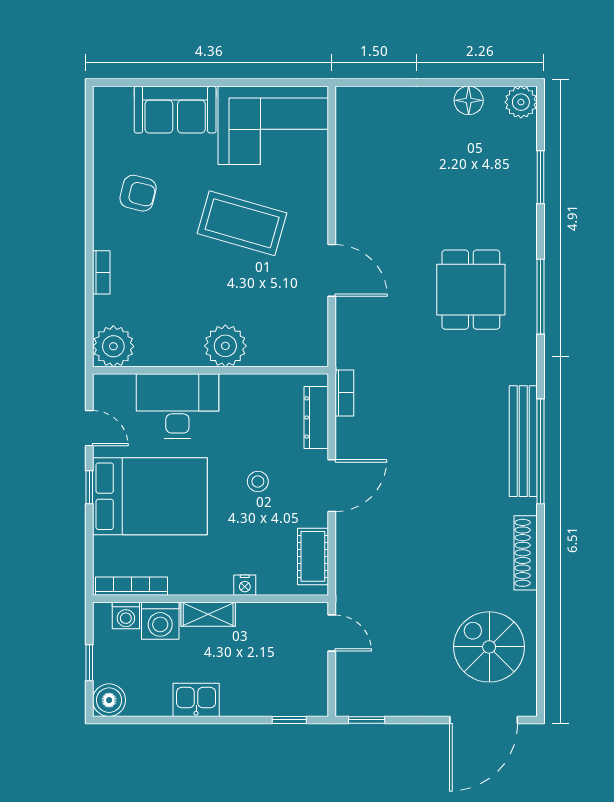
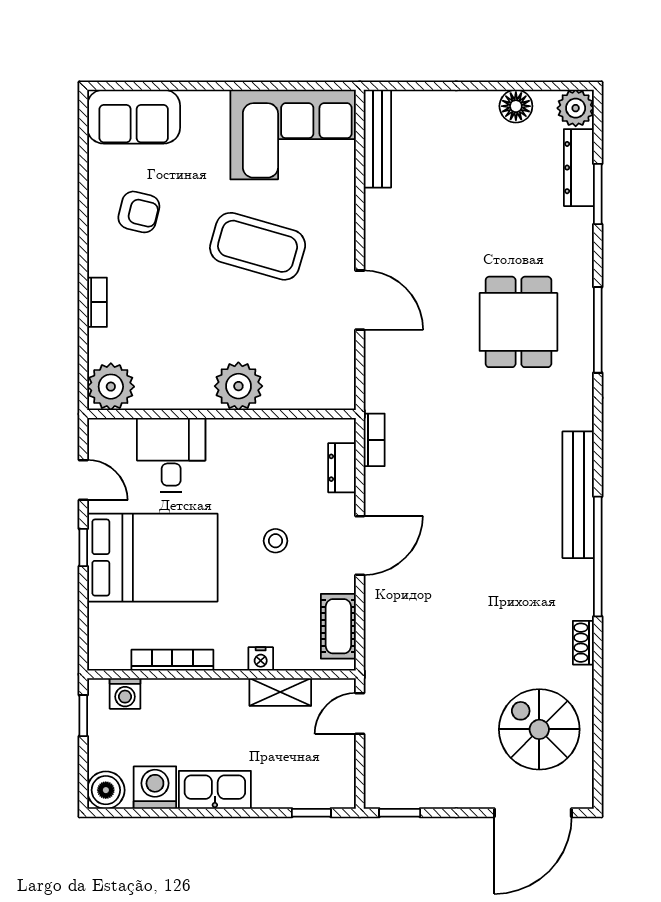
sofa: (175, 110) -> (134, 117), moved
bench: (347, 129) -> (377, 139), added
dresser: (524, 154) -> (579, 168), added
desk: (177, 406) -> (171, 455), width x0.73
dresser: (316, 417) -> (342, 468), width x0.70
window: (540, 451) -> (598, 556), moved
shoe rack: (526, 553) -> (583, 643), width x0.51, depth x0.81
bookcase: (131, 586) -> (172, 660), moved
shelving: (208, 614) -> (280, 692), moved
washing machine: (160, 621) -> (155, 788), moved, turned 180
door: (332, 633) -> (360, 713), swing flipped
window: (89, 663) -> (83, 716), moved
kitchen sink: (196, 700) -> (215, 790), width x1.38

